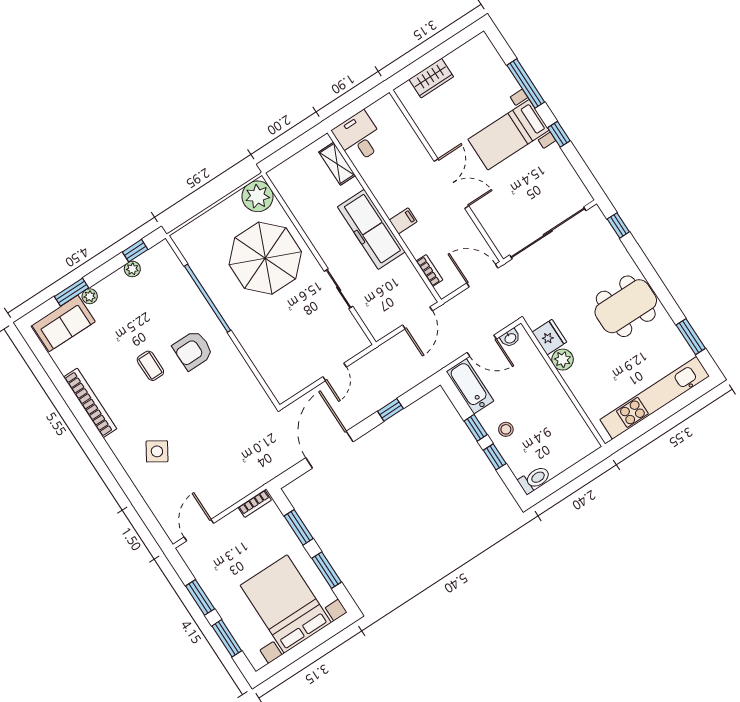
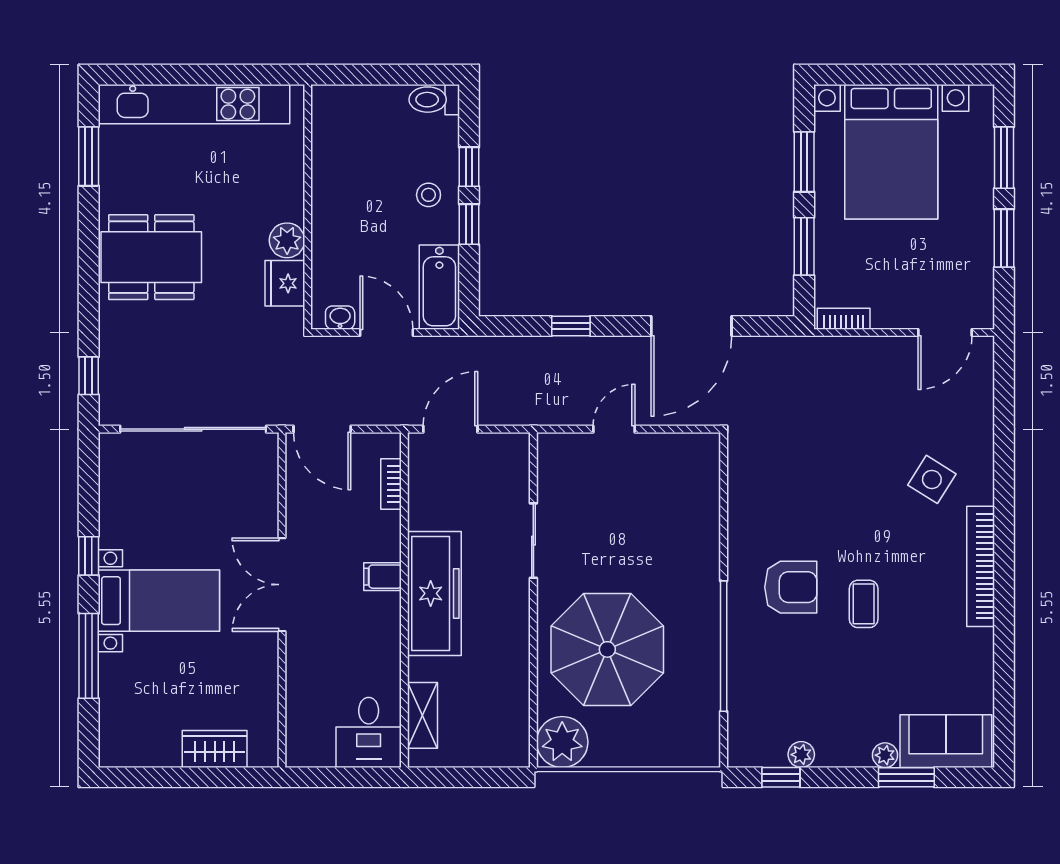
bookcase: (90, 403) -> (981, 566), moved

